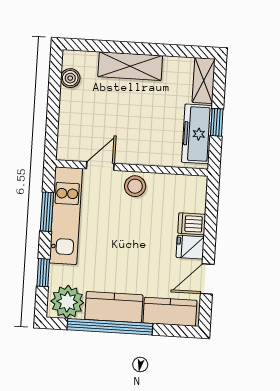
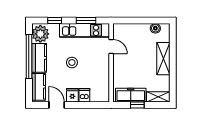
stool: (135, 186) -> (72, 63), moved

